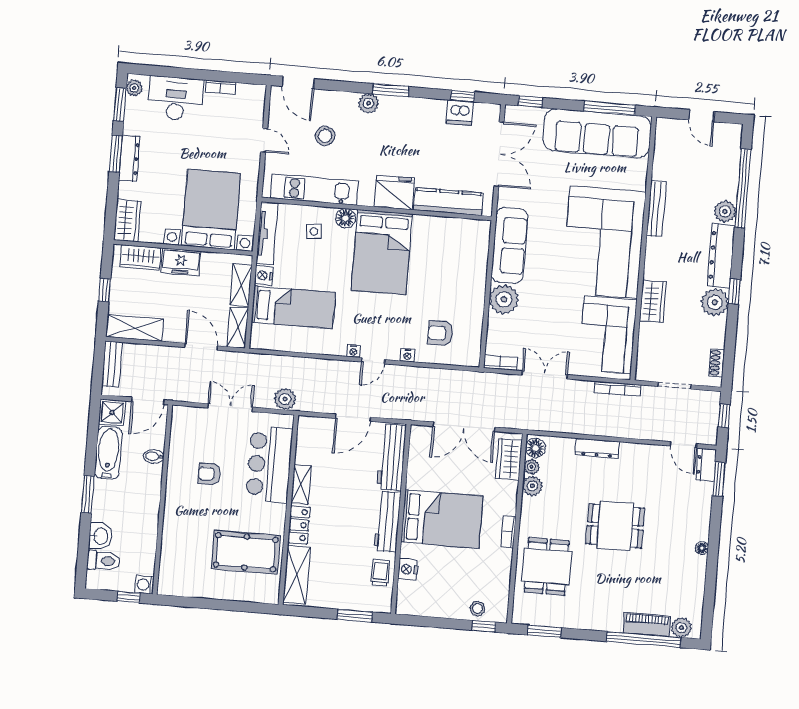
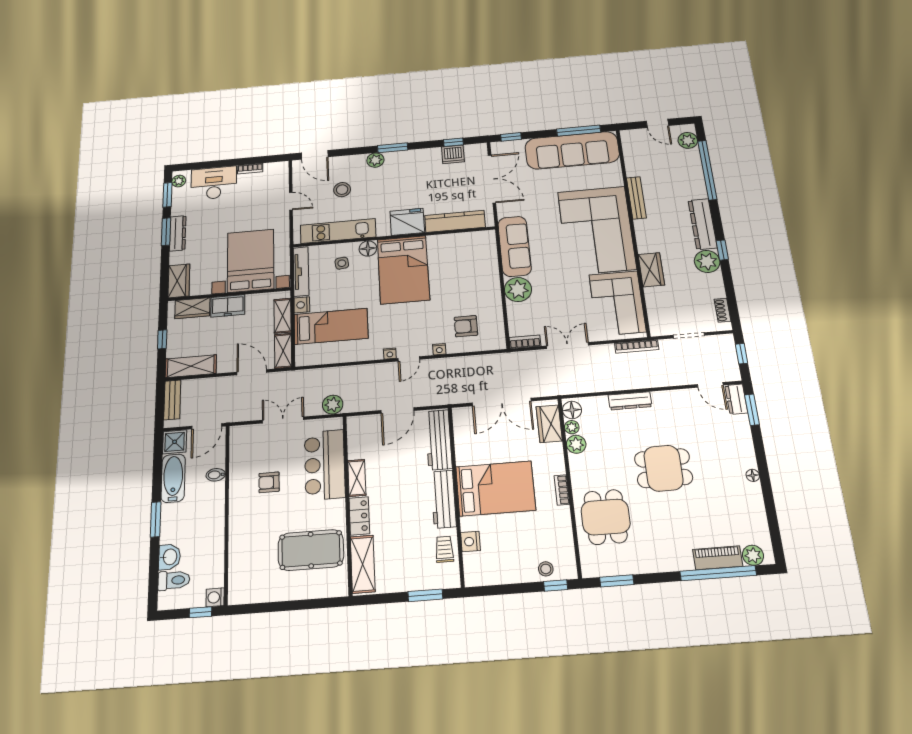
plant: (725, 211) -> (688, 140), moved

